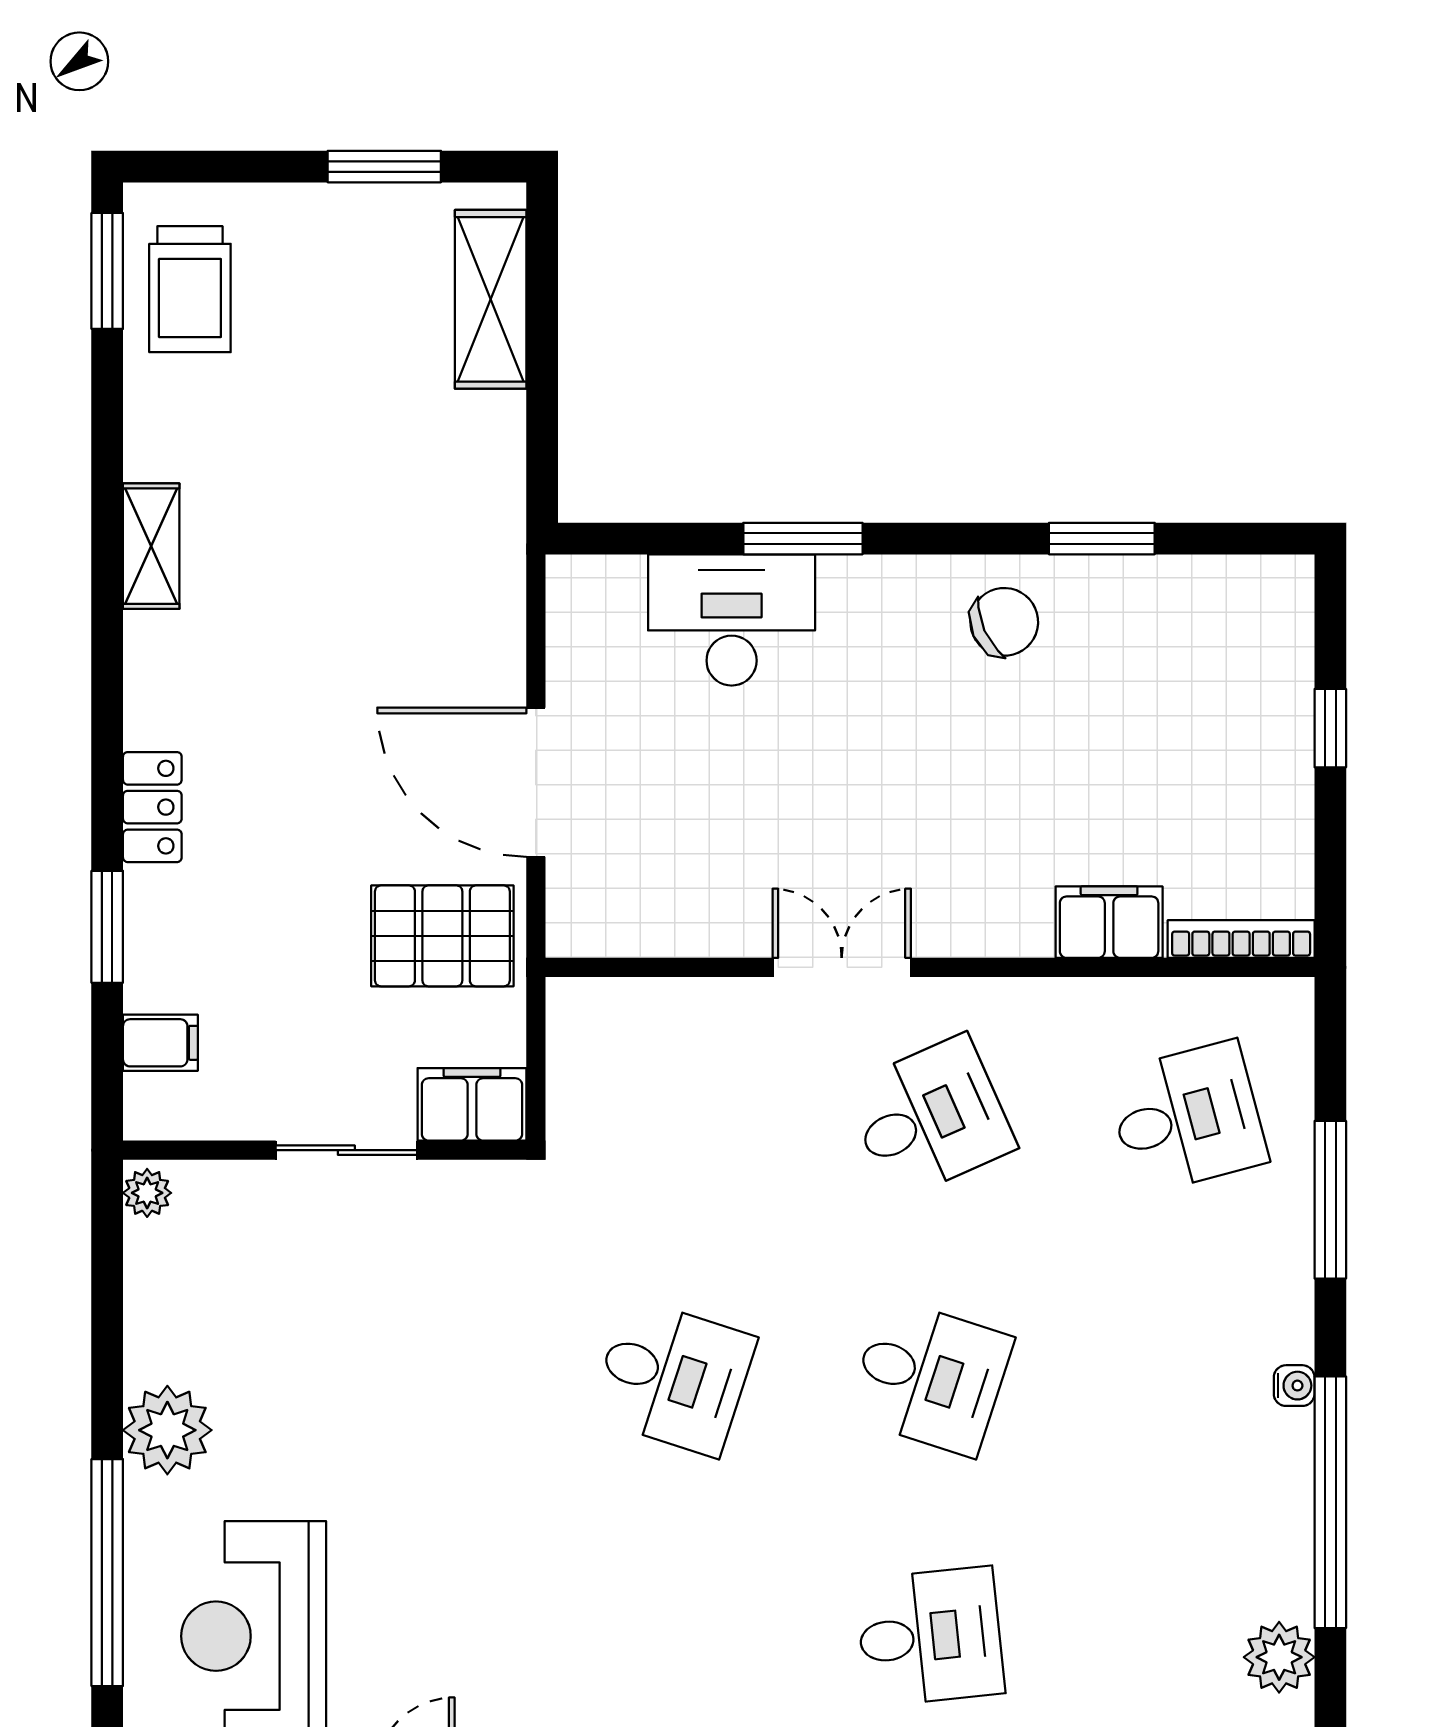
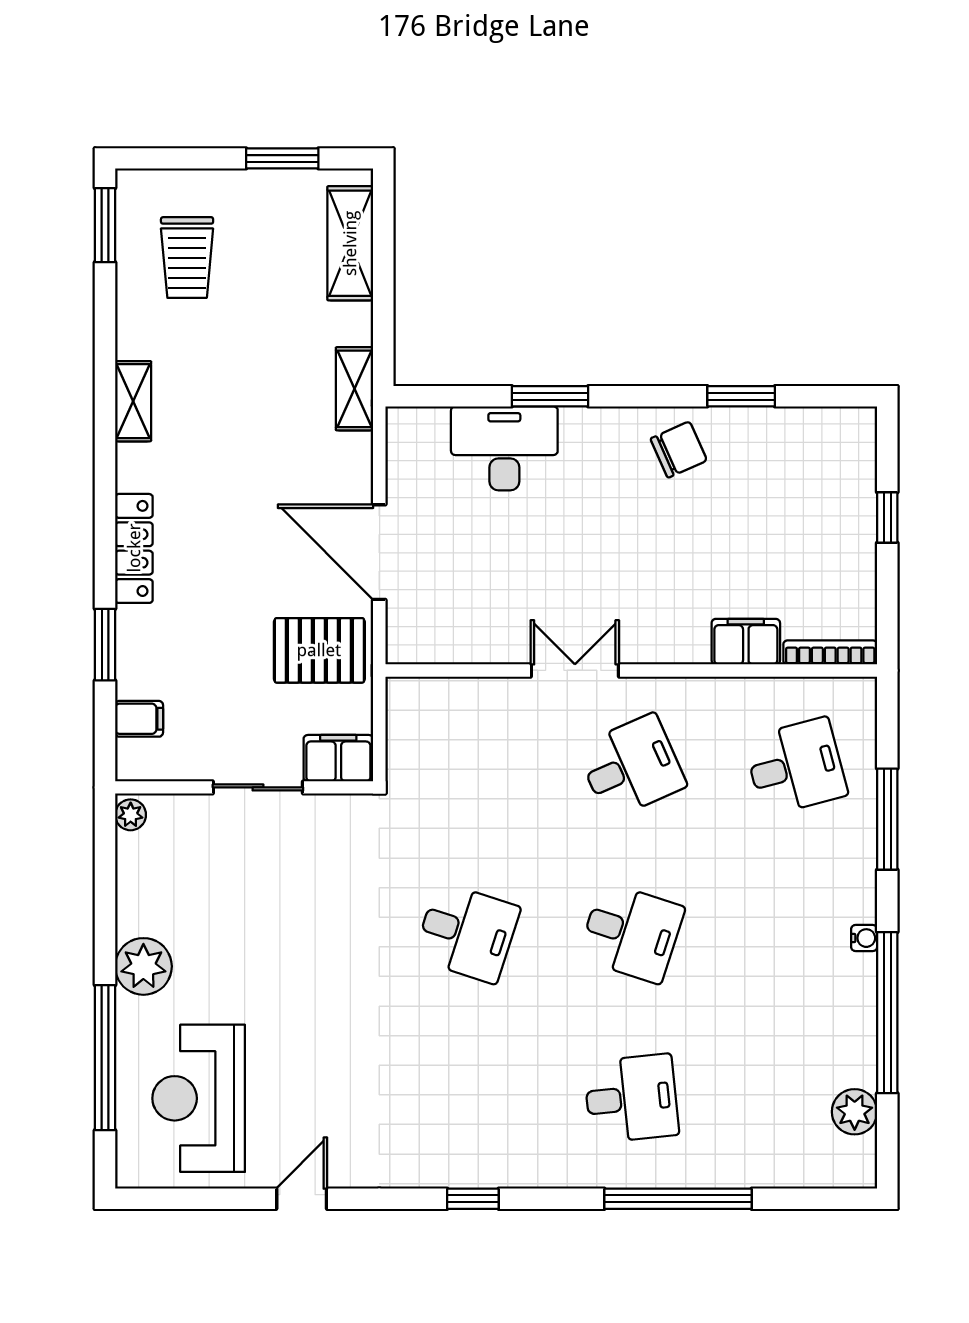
trolley: (190, 289) -> (187, 258), moved
shelving: (497, 527) -> (354, 389), added
locker: (152, 807) -> (134, 548), width x1.53

